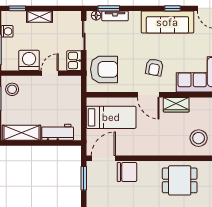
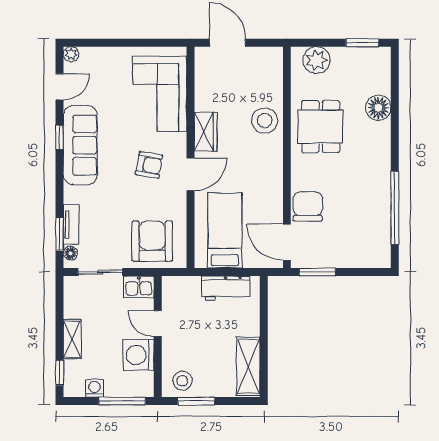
workbench: (58, 132) -> (226, 288), moved, turned -90
stool: (199, 138) -> (265, 121), moved

